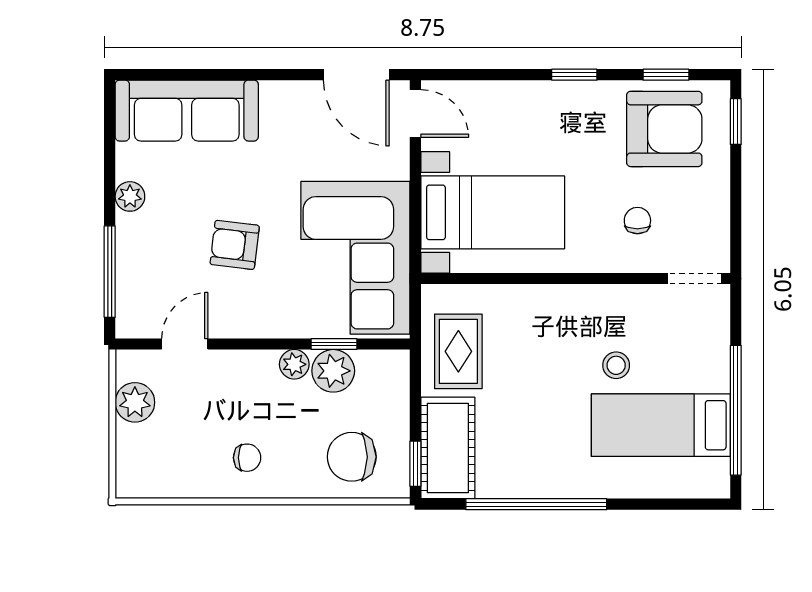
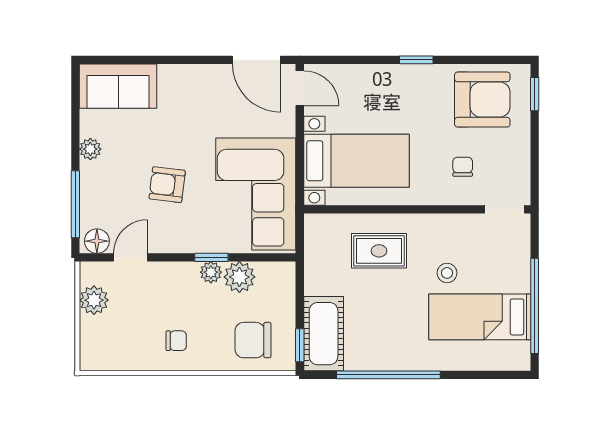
window: (666, 75) -> (484, 60), removed
sofa: (187, 111) -> (118, 86), width x0.73
floor lamp: (139, 322) -> (97, 241), added
window: (334, 344) -> (211, 257), moved
rug: (458, 351) -> (379, 251), moved, turned 90

